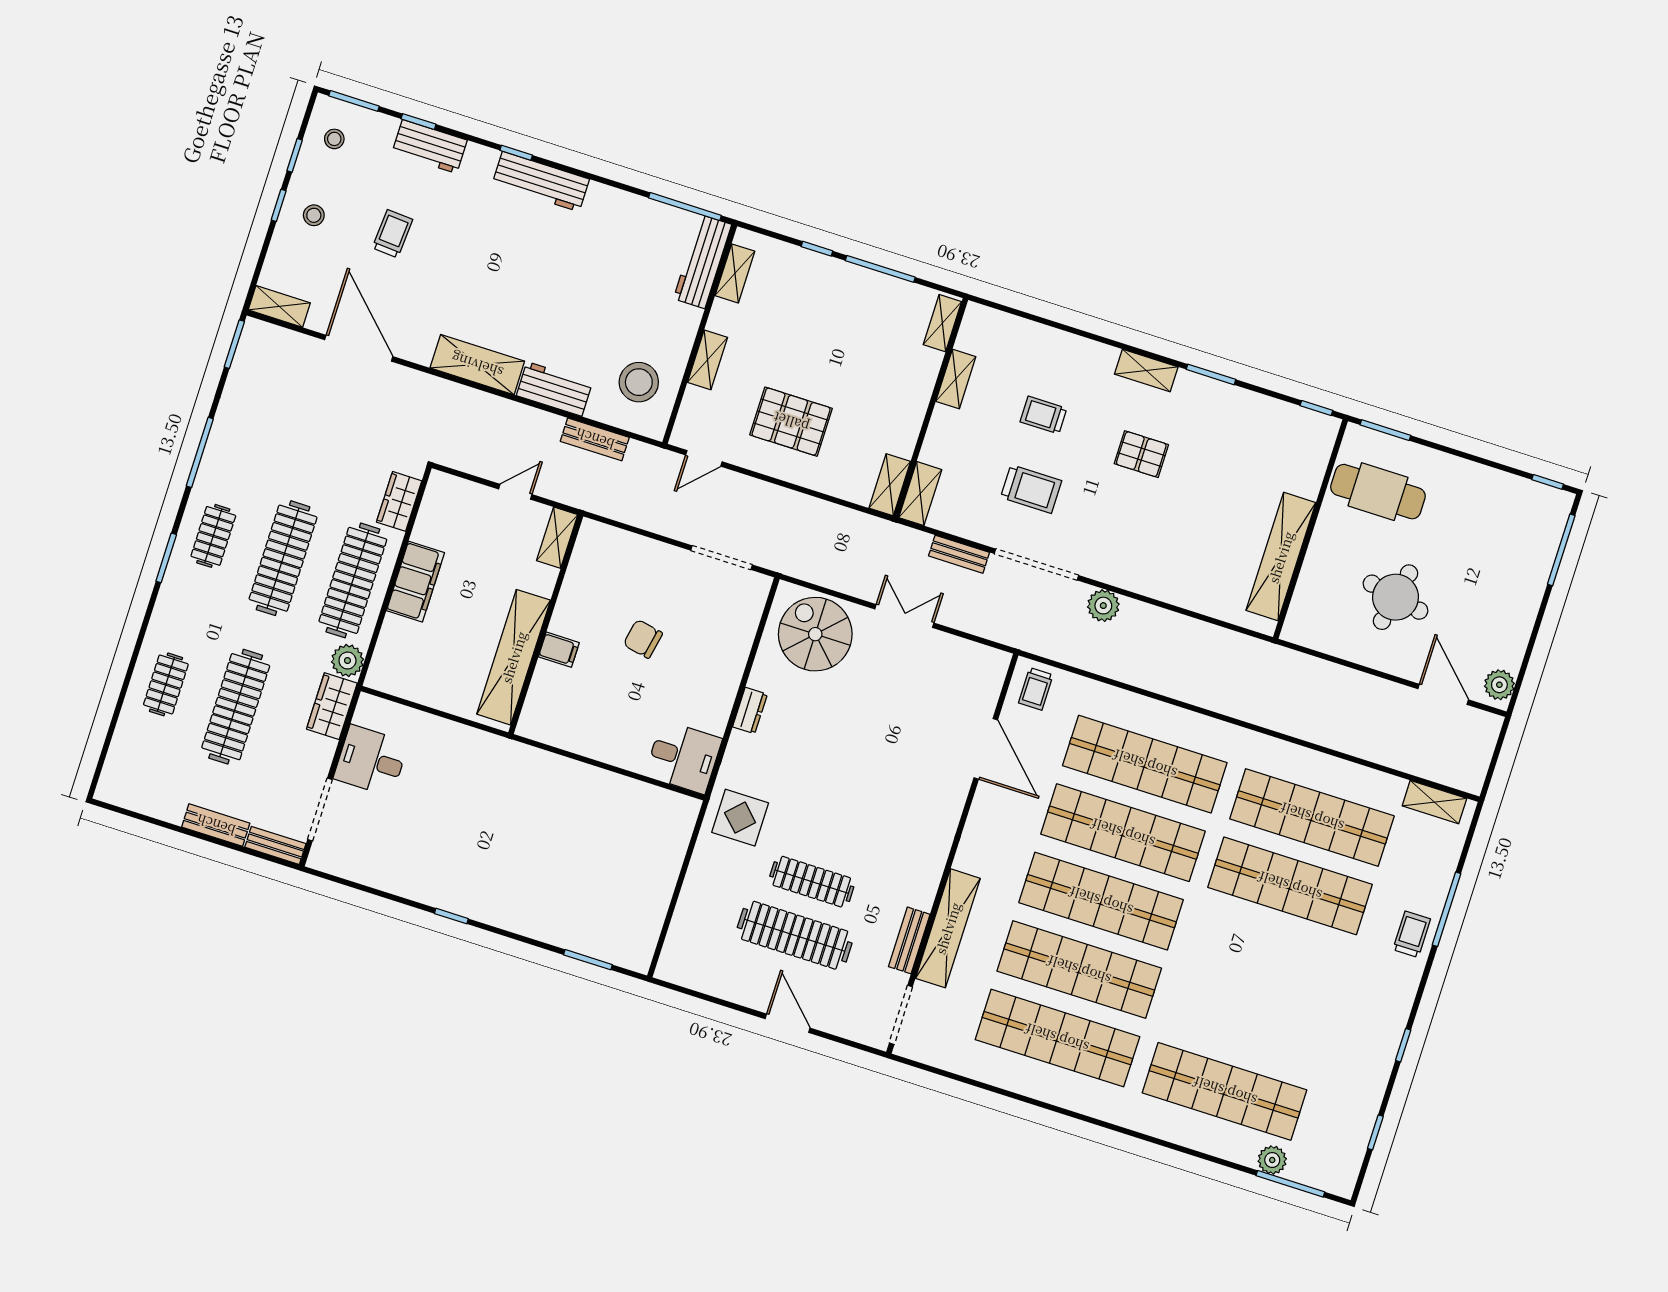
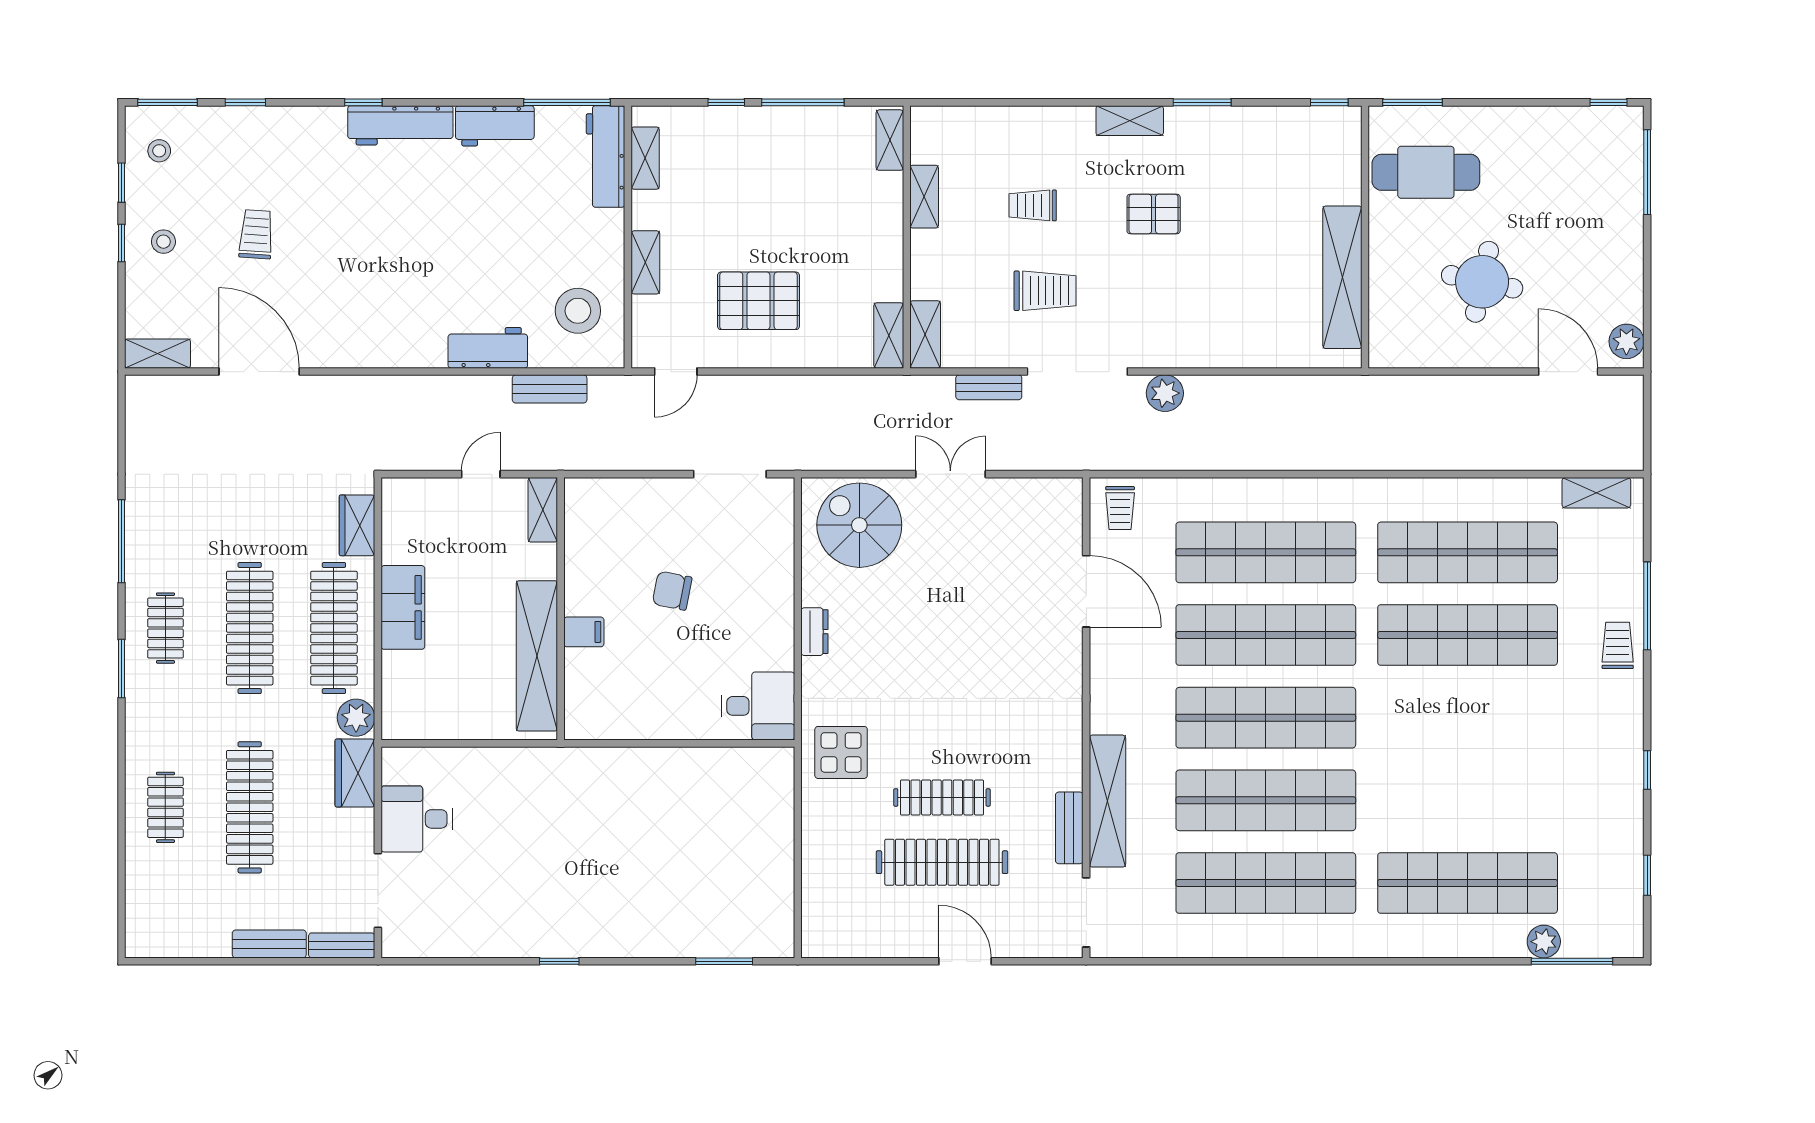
workbench: (429, 146) -> (495, 126), moved
window: (234, 344) -> (121, 411), removed
shelving: (477, 365) -> (395, 348), removed

